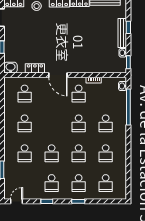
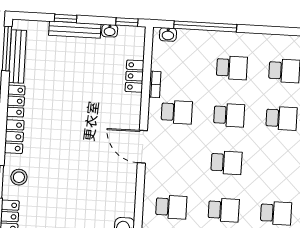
locker: (35, 68) -> (134, 76), moved
door: (58, 75) -> (142, 147), swing flipped
school desk: (52, 153) -> (226, 163), moved

